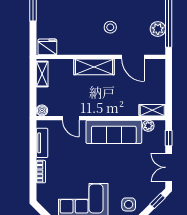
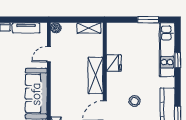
stool: (110, 27) -> (135, 101), moved
fridge: (47, 47) -> (114, 63), moved

